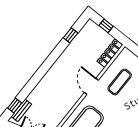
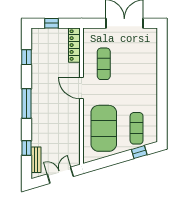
window: (45, 67) -> (26, 104), added
window: (15, 106) -> (26, 148), moved

